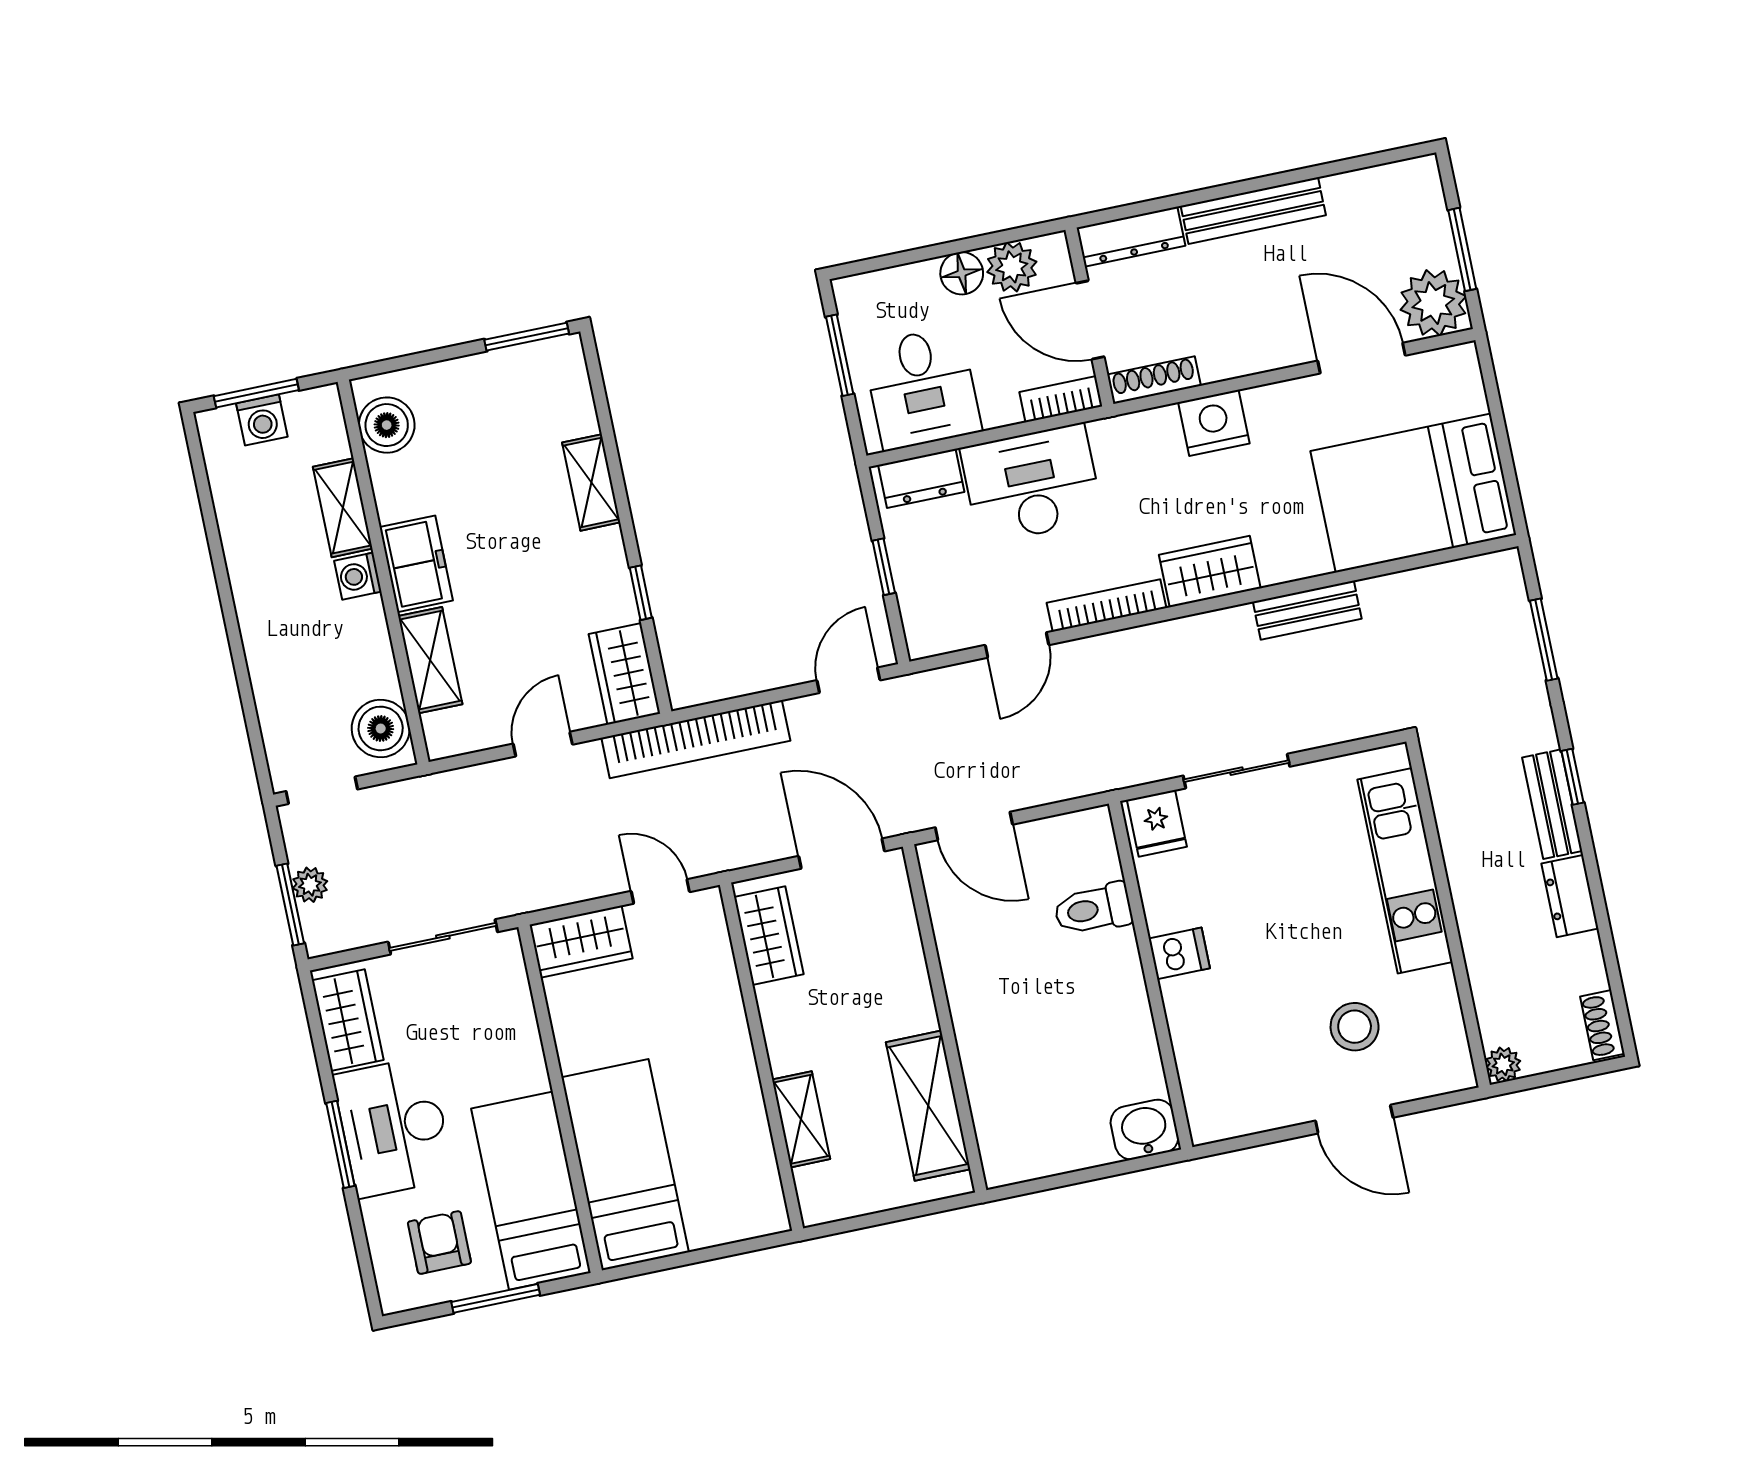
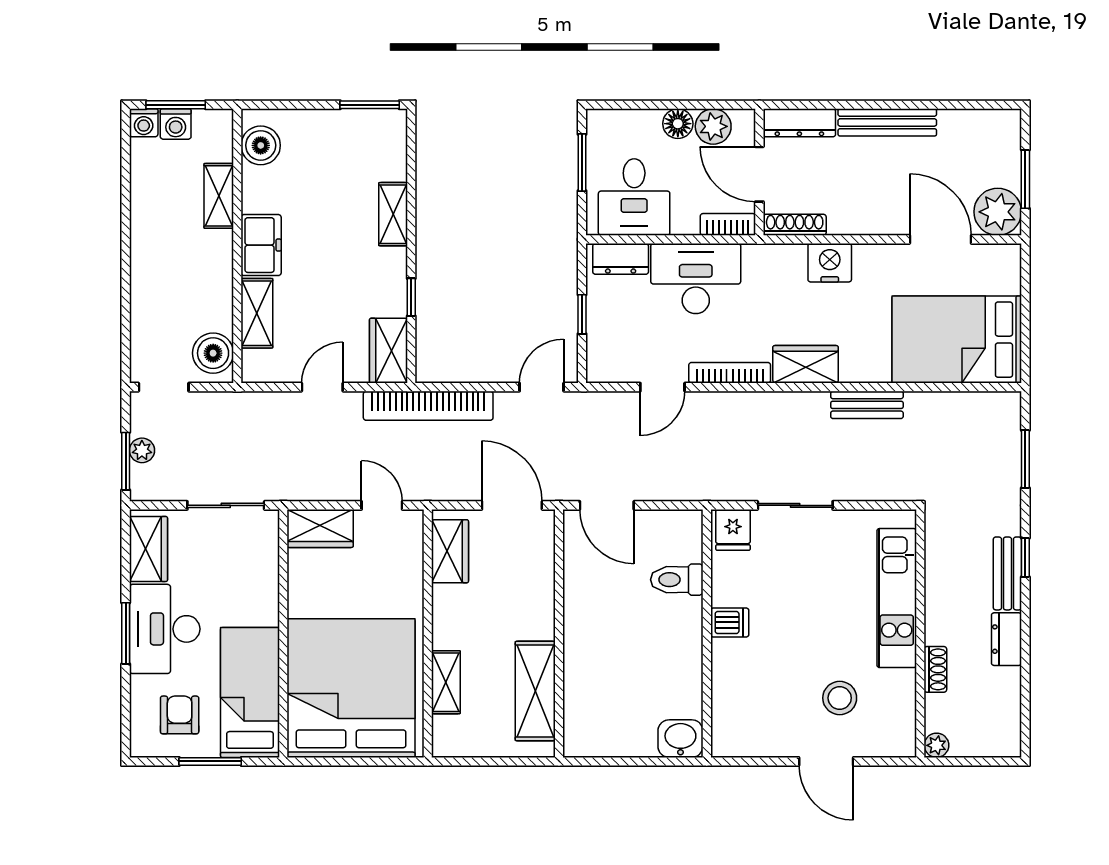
washing machine: (358, 576) -> (144, 123), moved, turned -90
shoe rack: (1602, 1025) -> (935, 669), moved, turned 180
bed: (625, 1165) -> (351, 688), width x2.04

